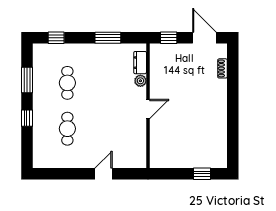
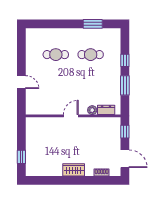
window: (56, 38) -> (125, 60), moved
door: (204, 38) -> (125, 159), hinge flipped
wardrobe: (219, 105) -> (74, 170), added
door: (148, 109) -> (71, 116), swing flipped
window: (27, 118) -> (64, 24), removed

